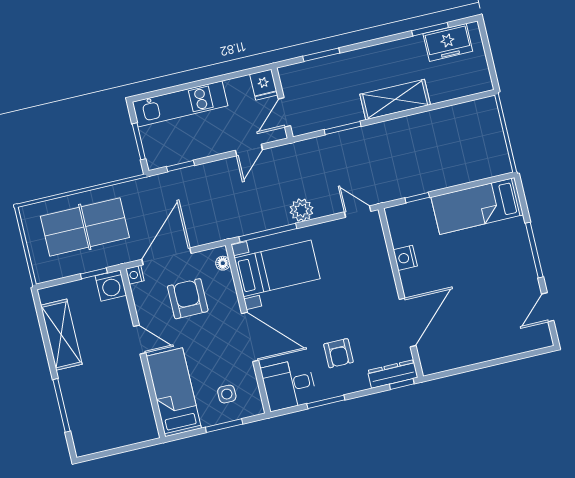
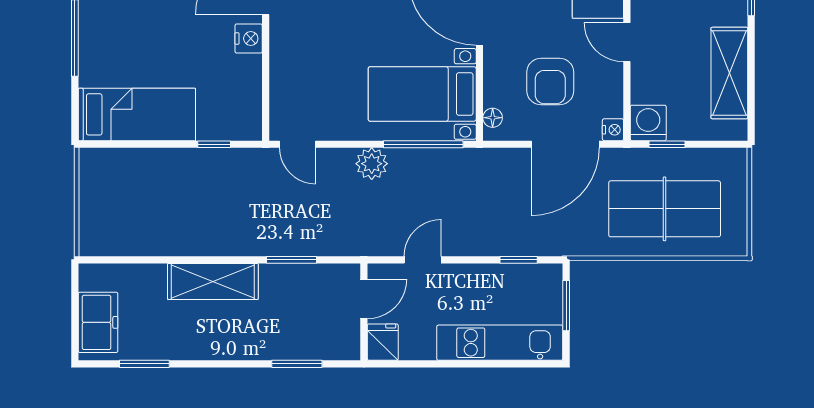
freezer: (448, 42) -> (98, 322), moved, turned 90
nightstand: (405, 258) -> (249, 38), moved

